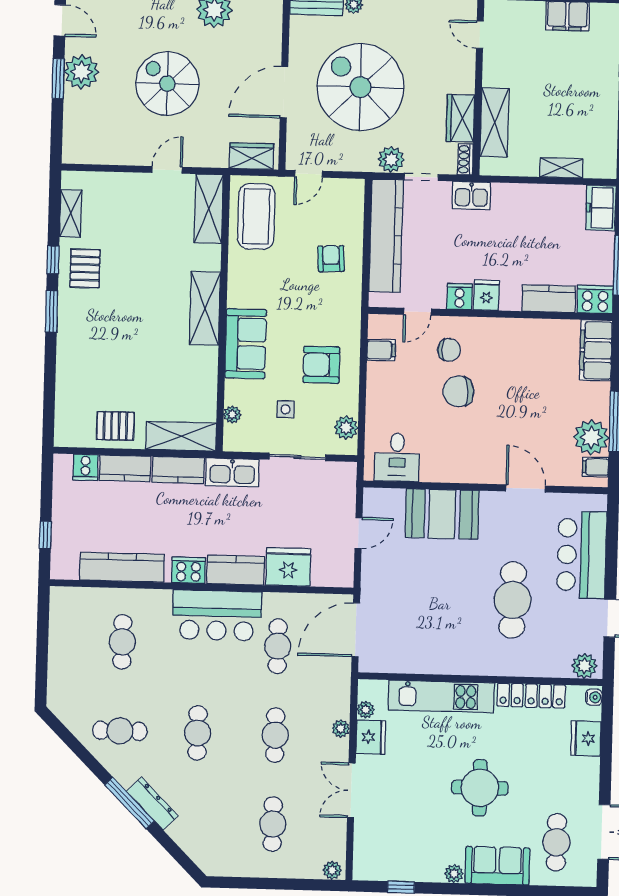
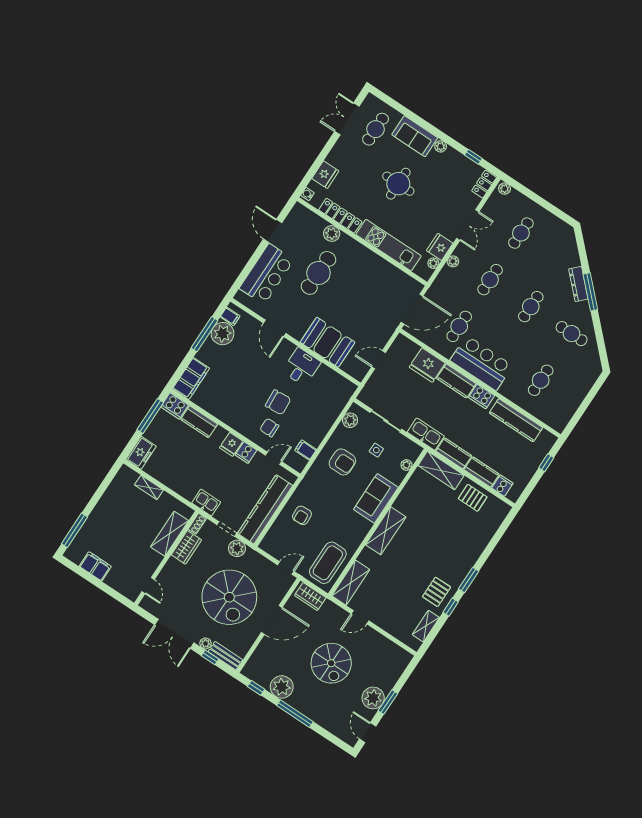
desk: (397, 457) -> (302, 367), moved
plant: (584, 666) -> (332, 234), moved
locker: (364, 859) -> (484, 184), added

